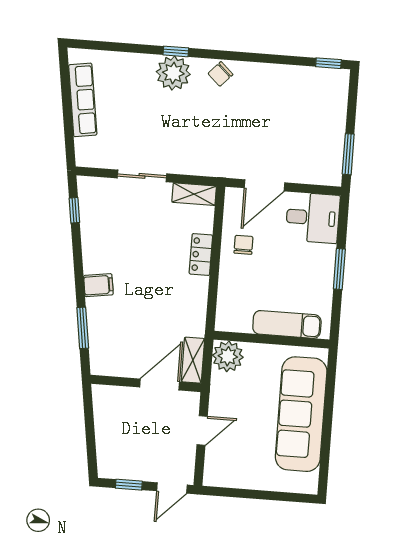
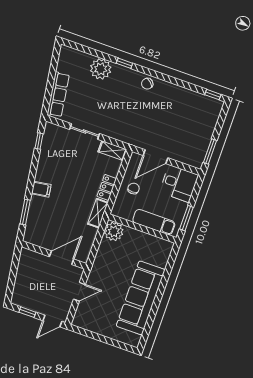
plant: (173, 73) -> (101, 69), moved
row of seats: (83, 100) -> (58, 95), moved
exam couch: (287, 324) -> (154, 222), moved
wall: (271, 340) -> (142, 229), moved
plant: (228, 356) -> (114, 231), moved
shelving: (193, 360) -> (98, 213), moved

